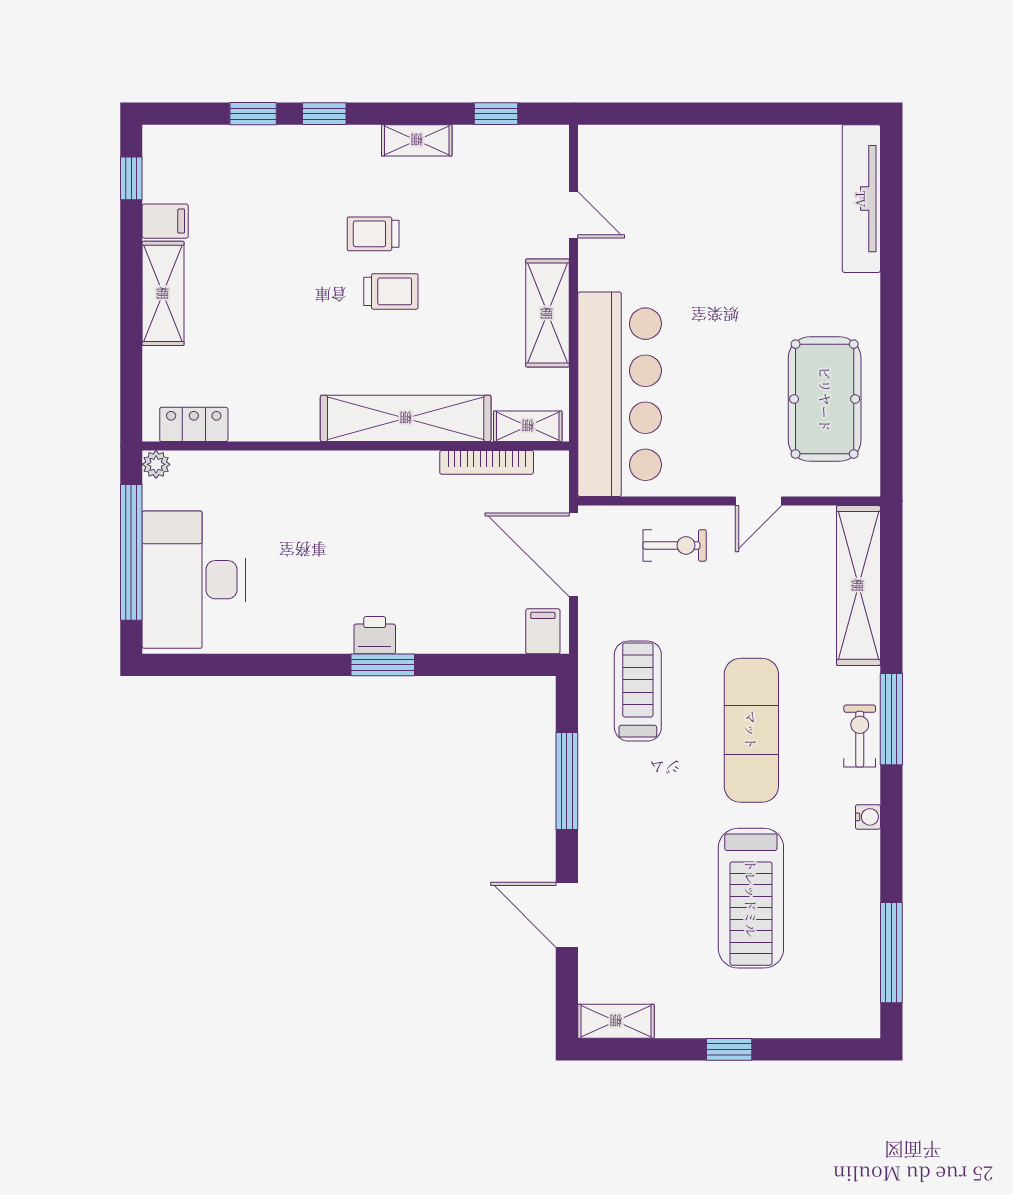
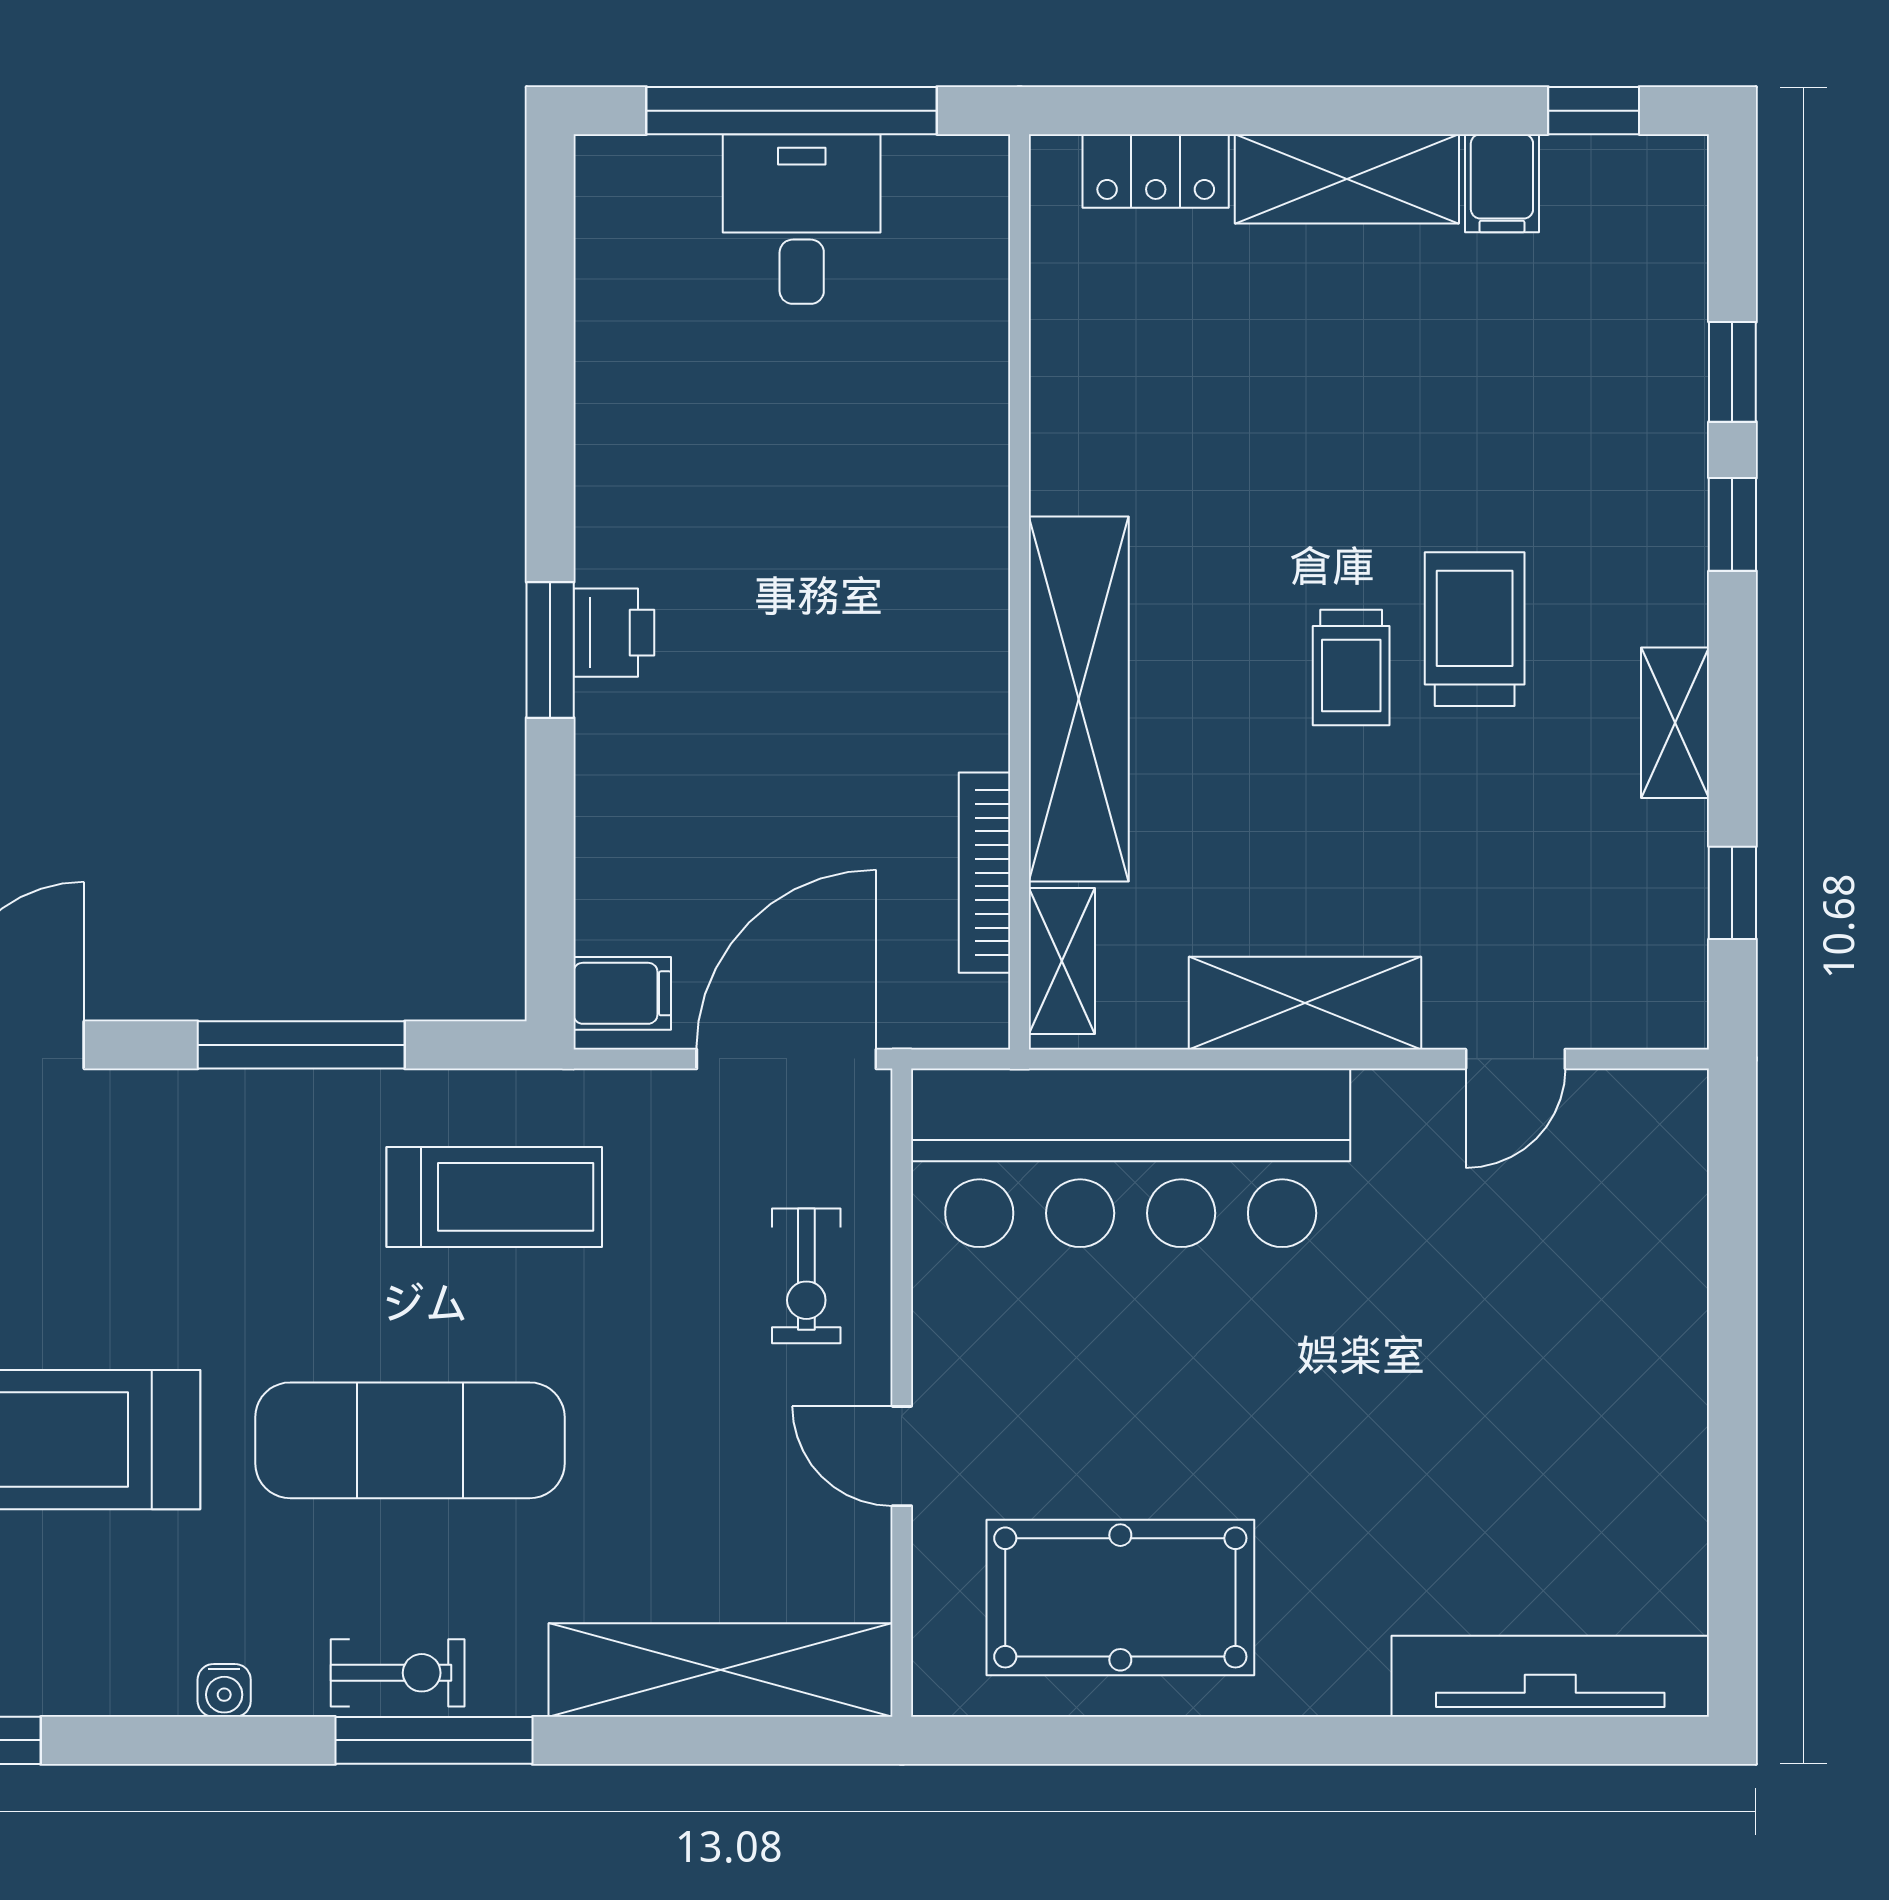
trolley: (373, 234) -> (1475, 629), width x1.36, depth x1.39
locker: (194, 424) -> (1156, 171), moved, turned 90
plant: (156, 464) -> (980, 164), removed
desk: (194, 580) -> (802, 219), width x0.53, depth x0.77

